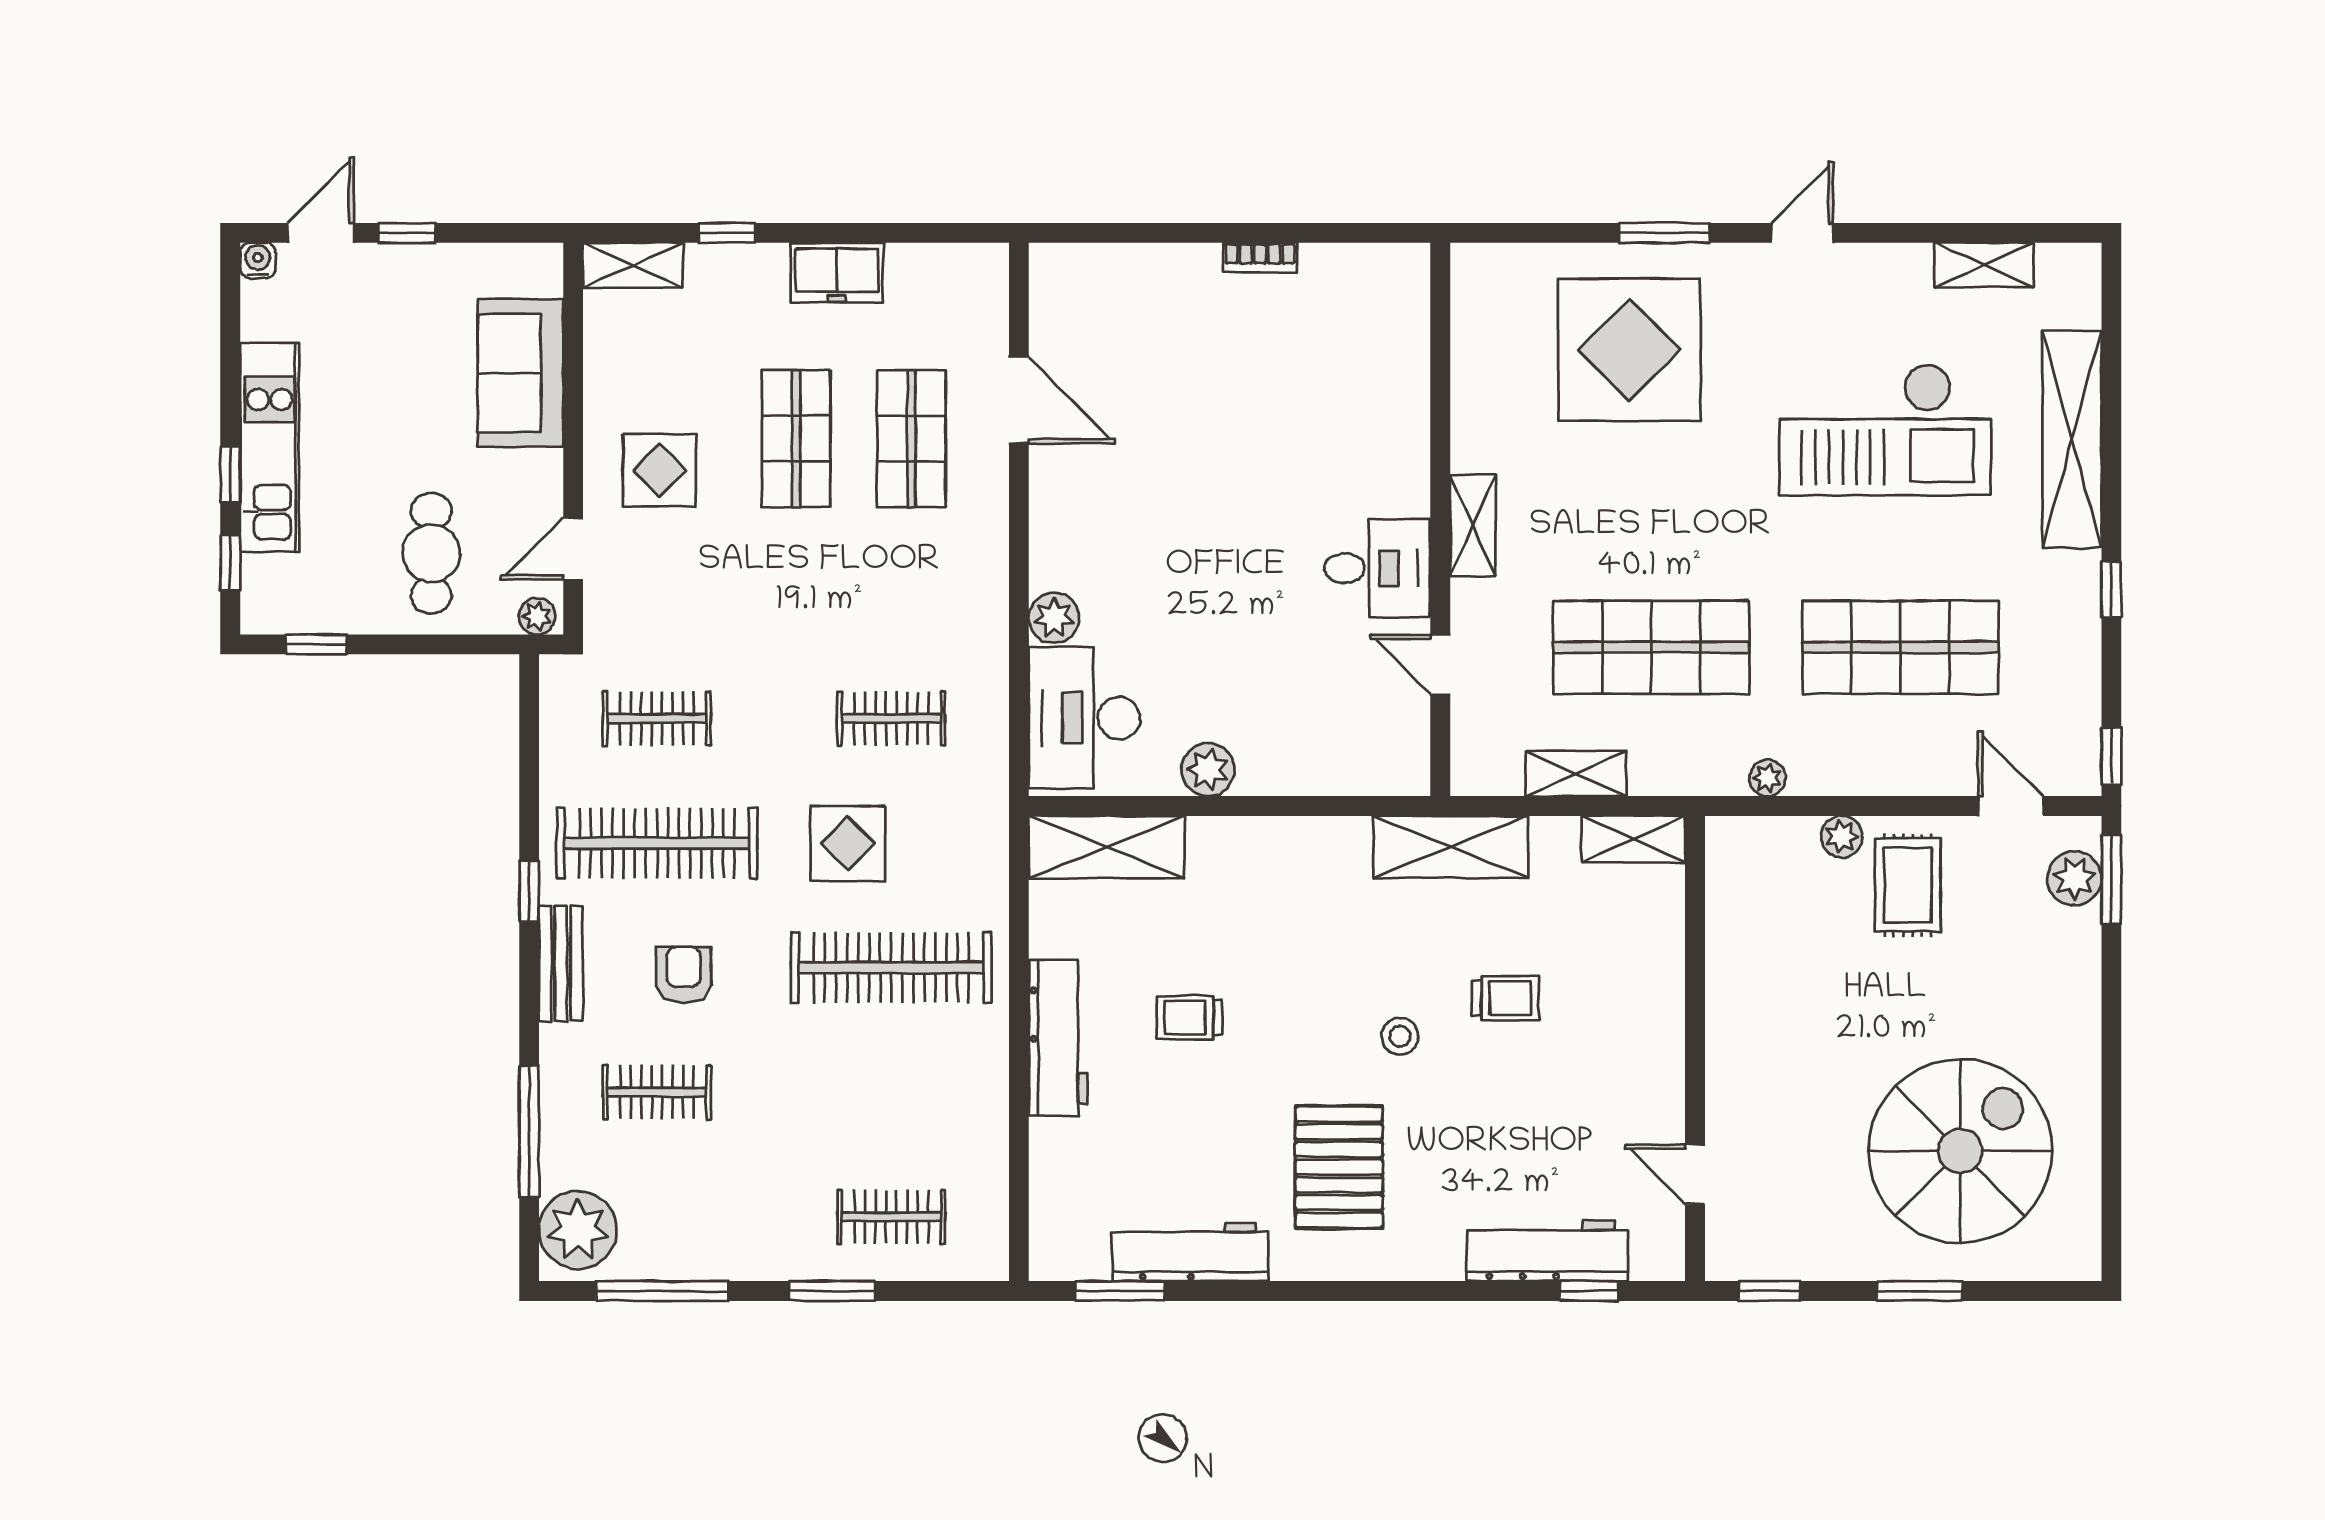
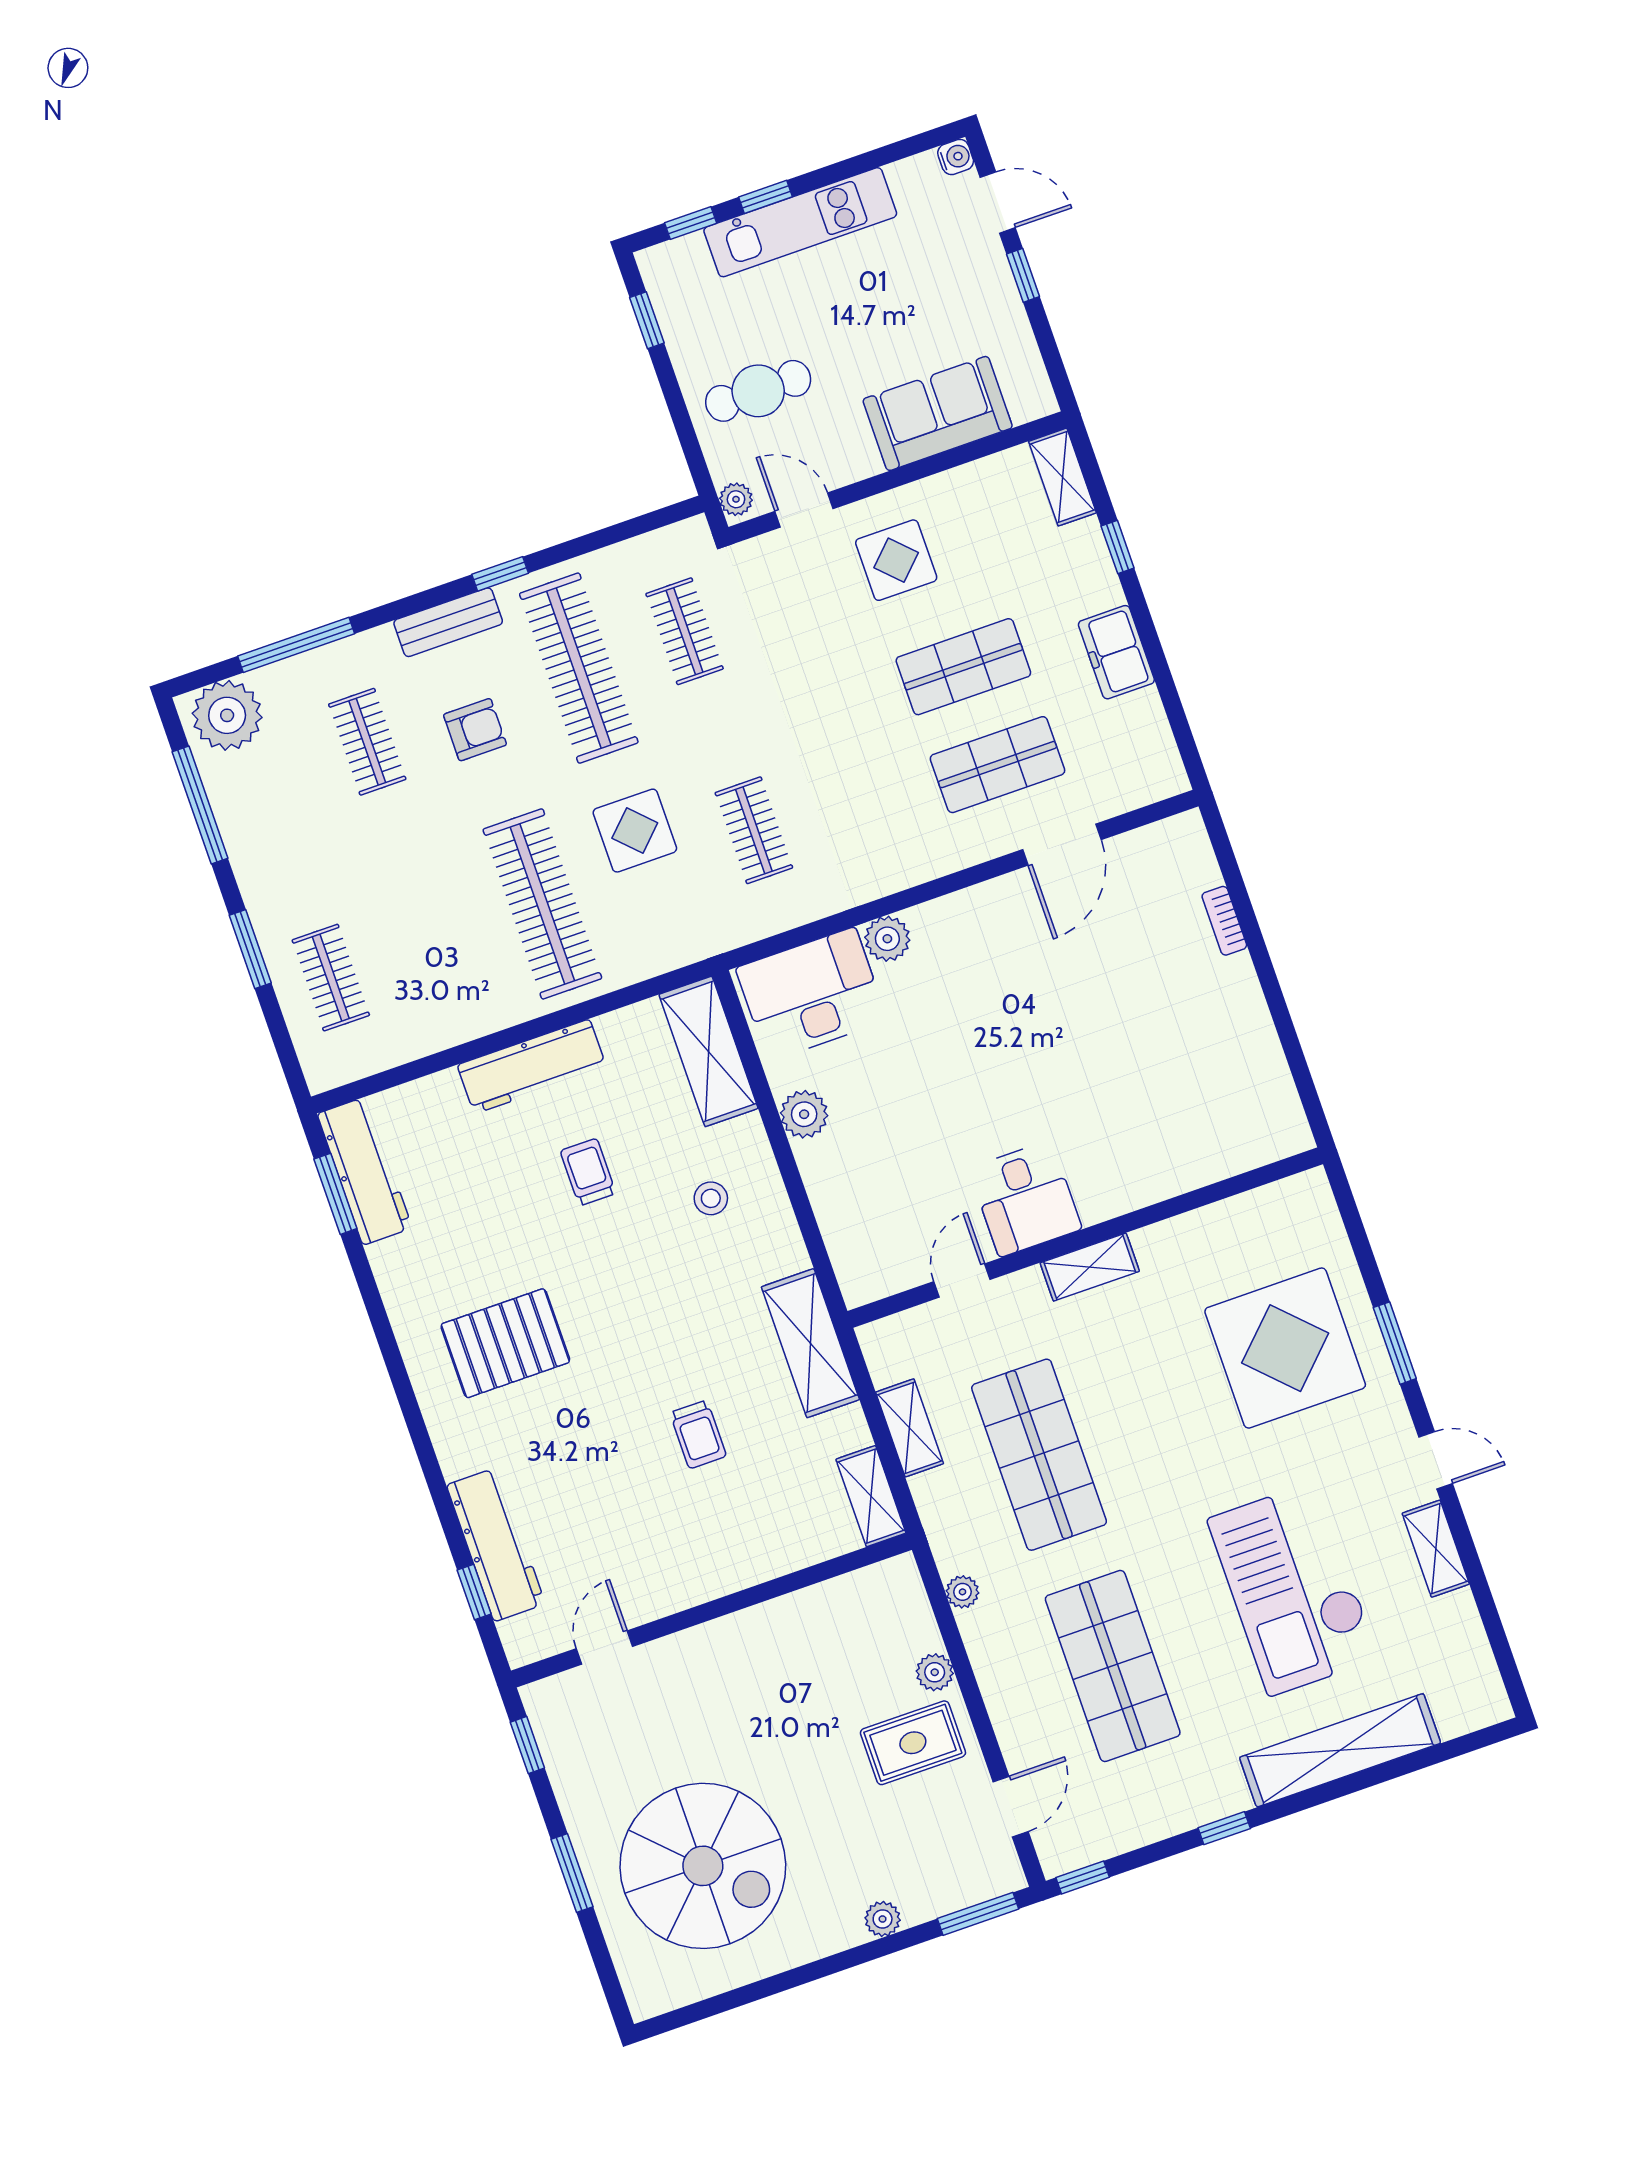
bookcase: (1260, 257) -> (1224, 921), moved
shelving: (1984, 265) -> (1436, 1549), moved
plant: (2074, 878) -> (883, 1919), moved, width x0.73, depth x0.73
stool: (1400, 1036) -> (711, 1198), moved
workbench: (1190, 1252) -> (365, 1171), moved

